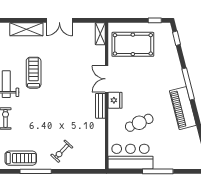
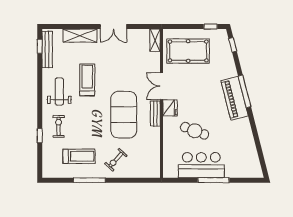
exercise mat: (70, 107) -> (124, 115), added
piano: (183, 108) -> (235, 98), moved
cafe table: (139, 123) -> (195, 131), turned 44
bar counter: (130, 157) -> (201, 165), moved
treadmill: (21, 158) -> (79, 156), moved

